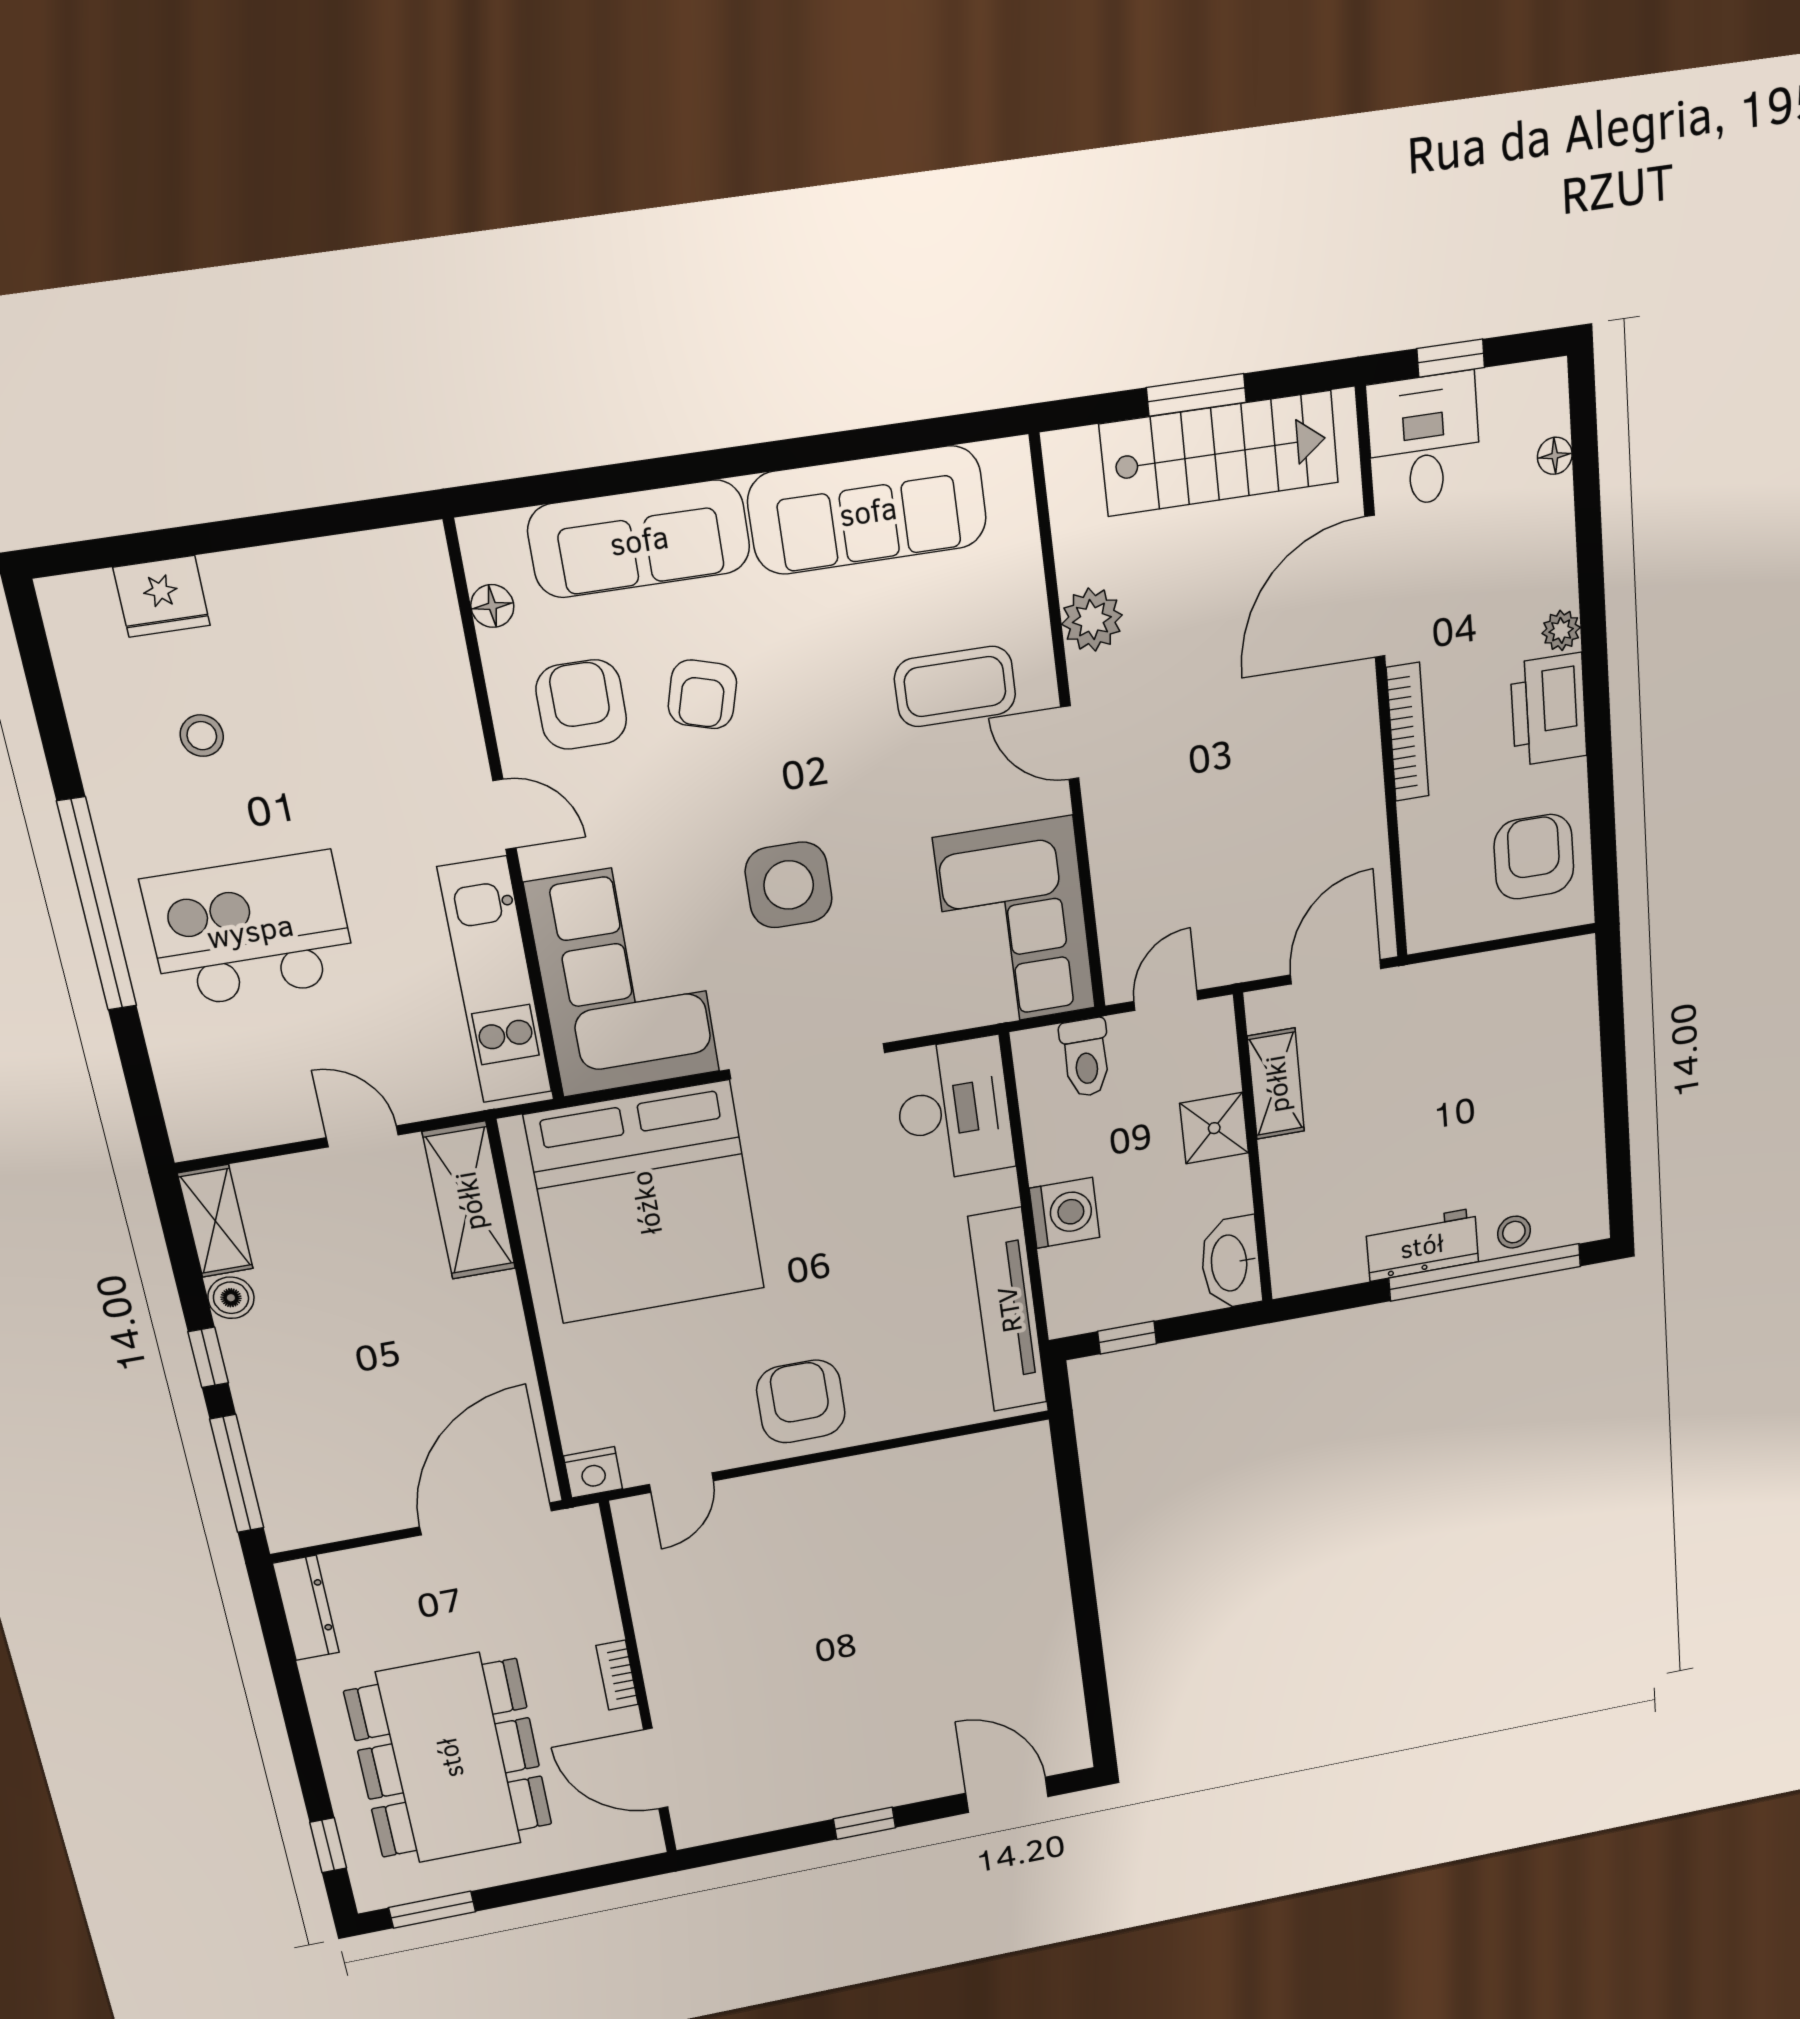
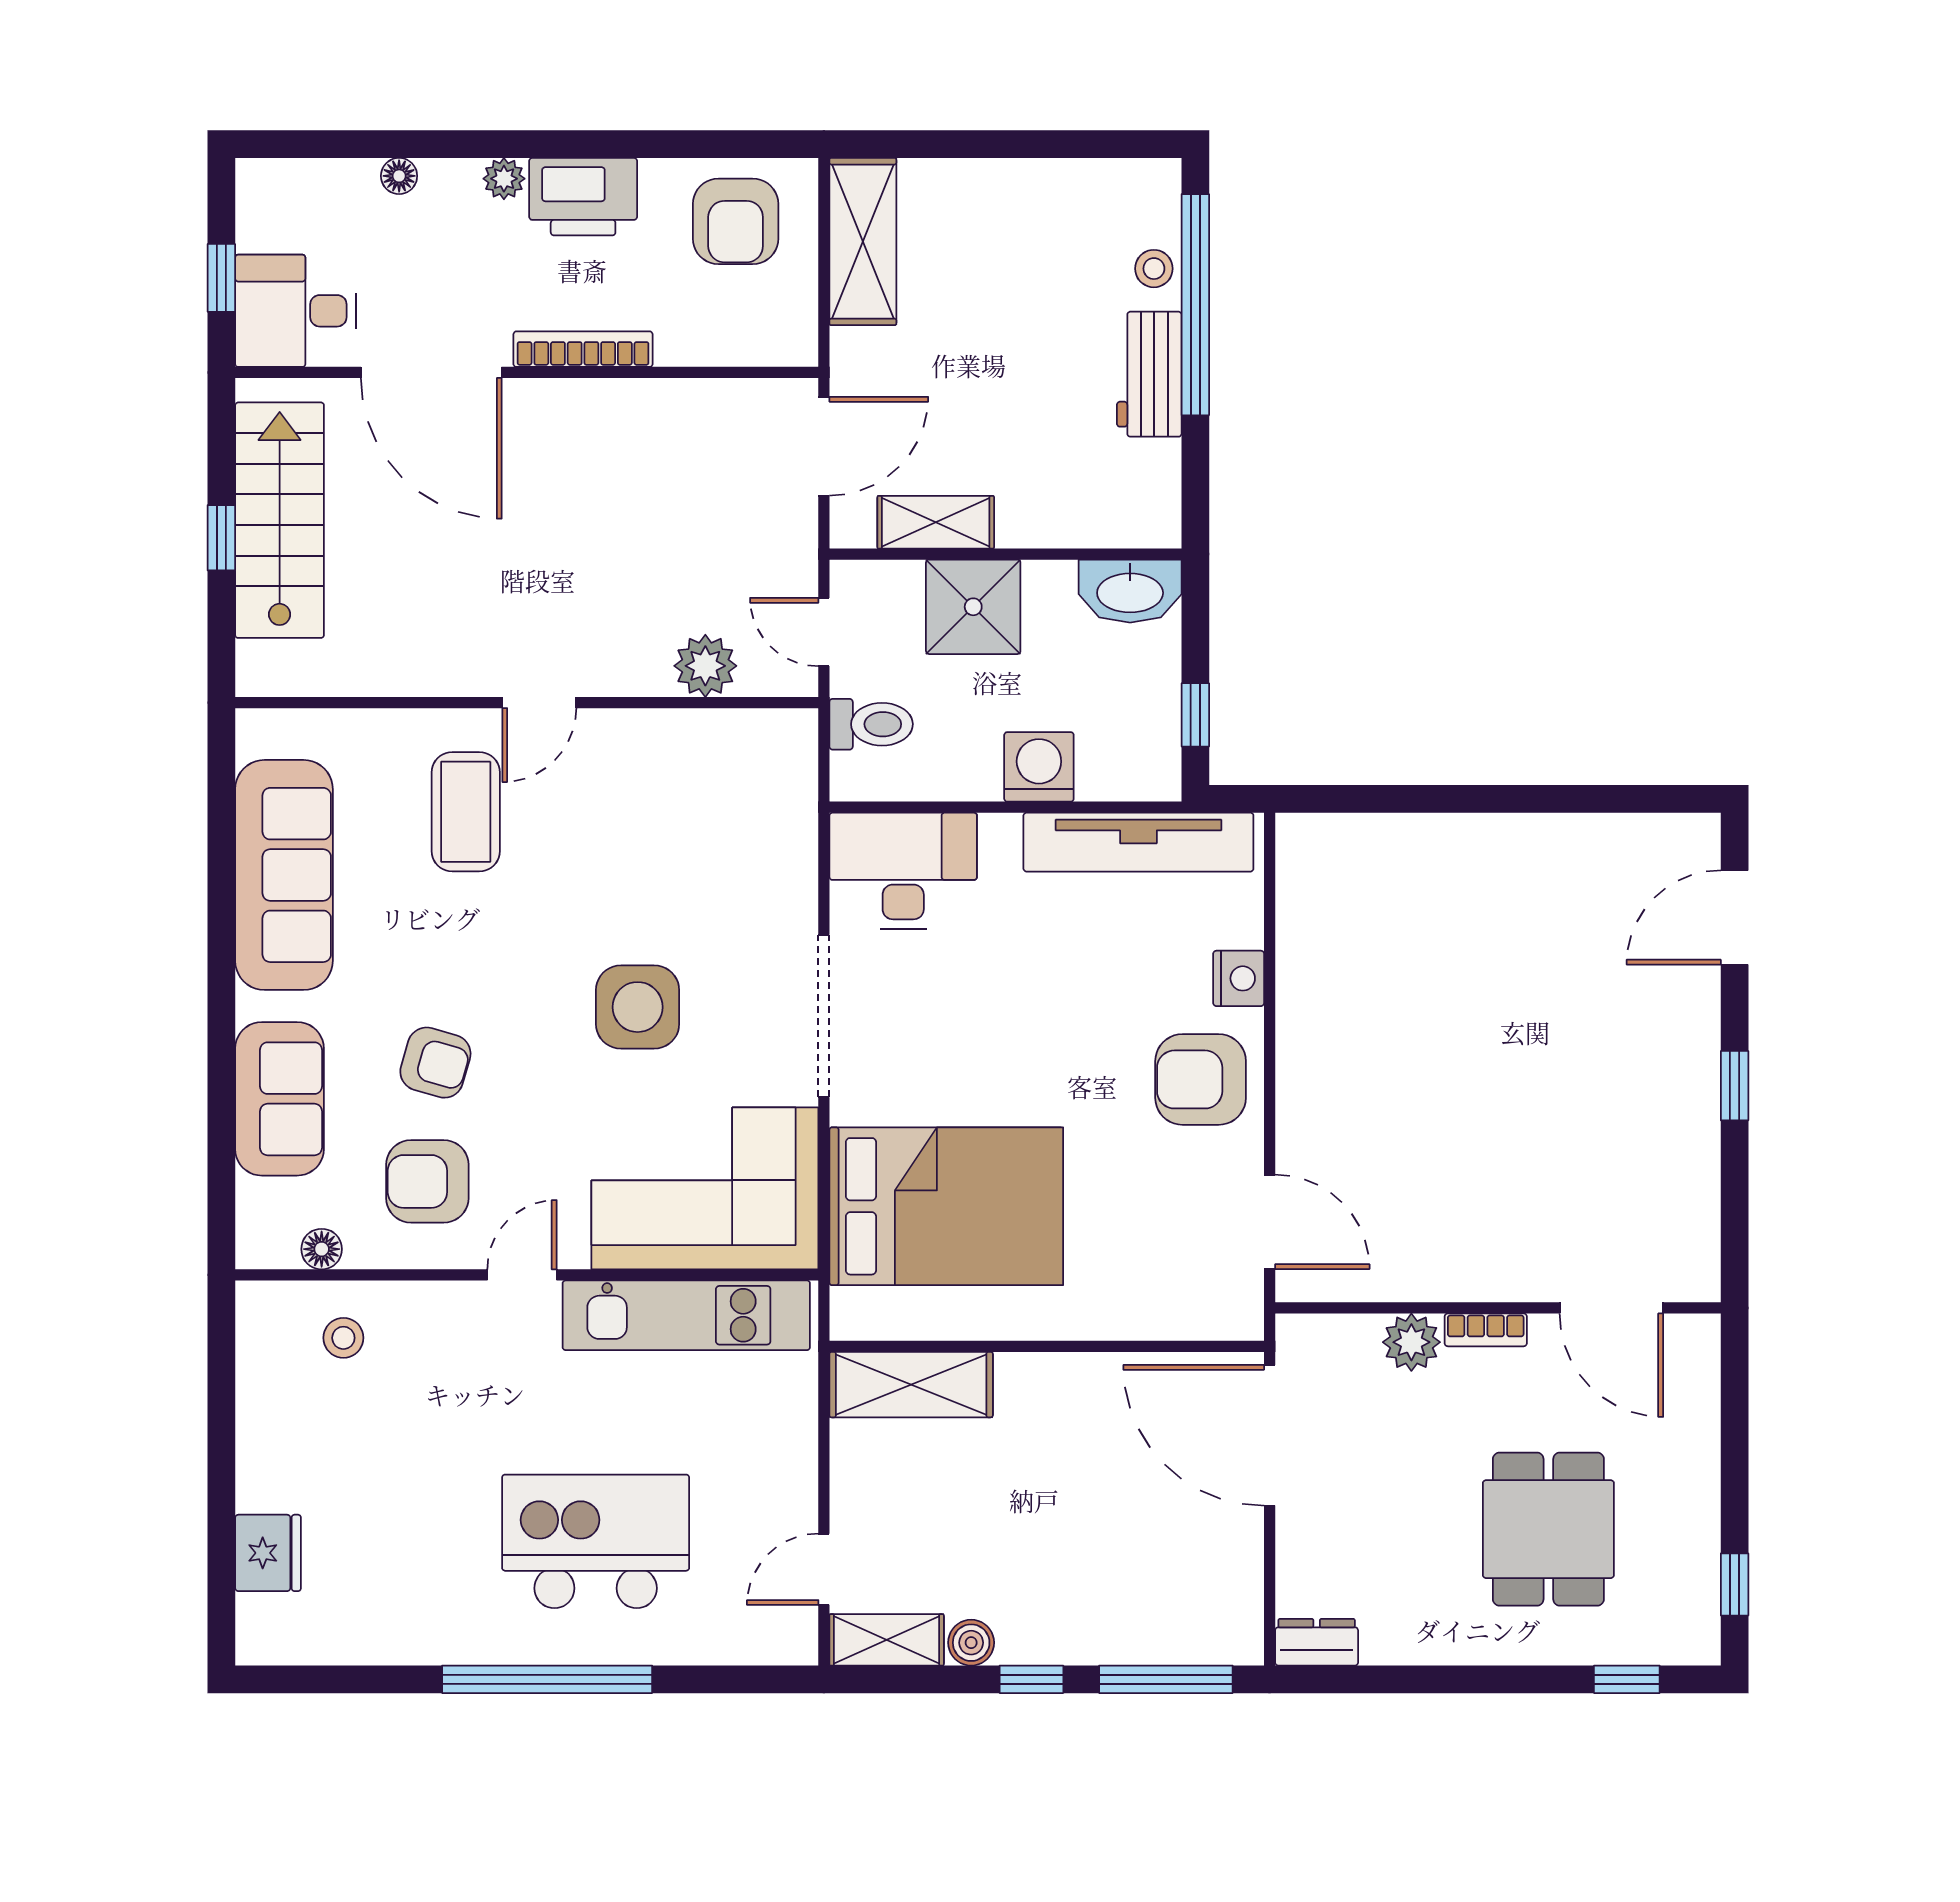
window: (1196, 395) -> (221, 538), width x0.67
floor lamp: (1555, 456) -> (399, 176), moved
sofa: (639, 539) -> (279, 1099), width x0.73
plant: (1092, 620) -> (705, 666), moved
stool: (202, 736) -> (343, 1338), moved
armchair: (1534, 857) -> (736, 221), turned -90
corner sofa: (1015, 924) -> (716, 782), removed
kitchen island: (250, 930) -> (596, 1541), turned 90
door: (1336, 972) -> (824, 446), swing flipped
shelving: (1522, 976) -> (863, 242), added
shower: (1214, 1128) -> (973, 607), width x1.36, depth x1.36
door: (362, 1136) -> (824, 1569), moved
bed: (645, 1203) -> (946, 1206), width x0.73
nightstand: (593, 1472) -> (1239, 978), moved
door: (681, 1483) -> (1270, 1222), width x1.38
dresser: (306, 1608) -> (1317, 1642), width x0.70
plant: (594, 1618) -> (1411, 1342), added
dining table: (449, 1758) -> (1548, 1529), width x0.53, depth x0.80
door: (656, 1769) -> (1611, 1308), hinge flipped
window: (432, 1910) -> (1735, 1584), width x0.67

